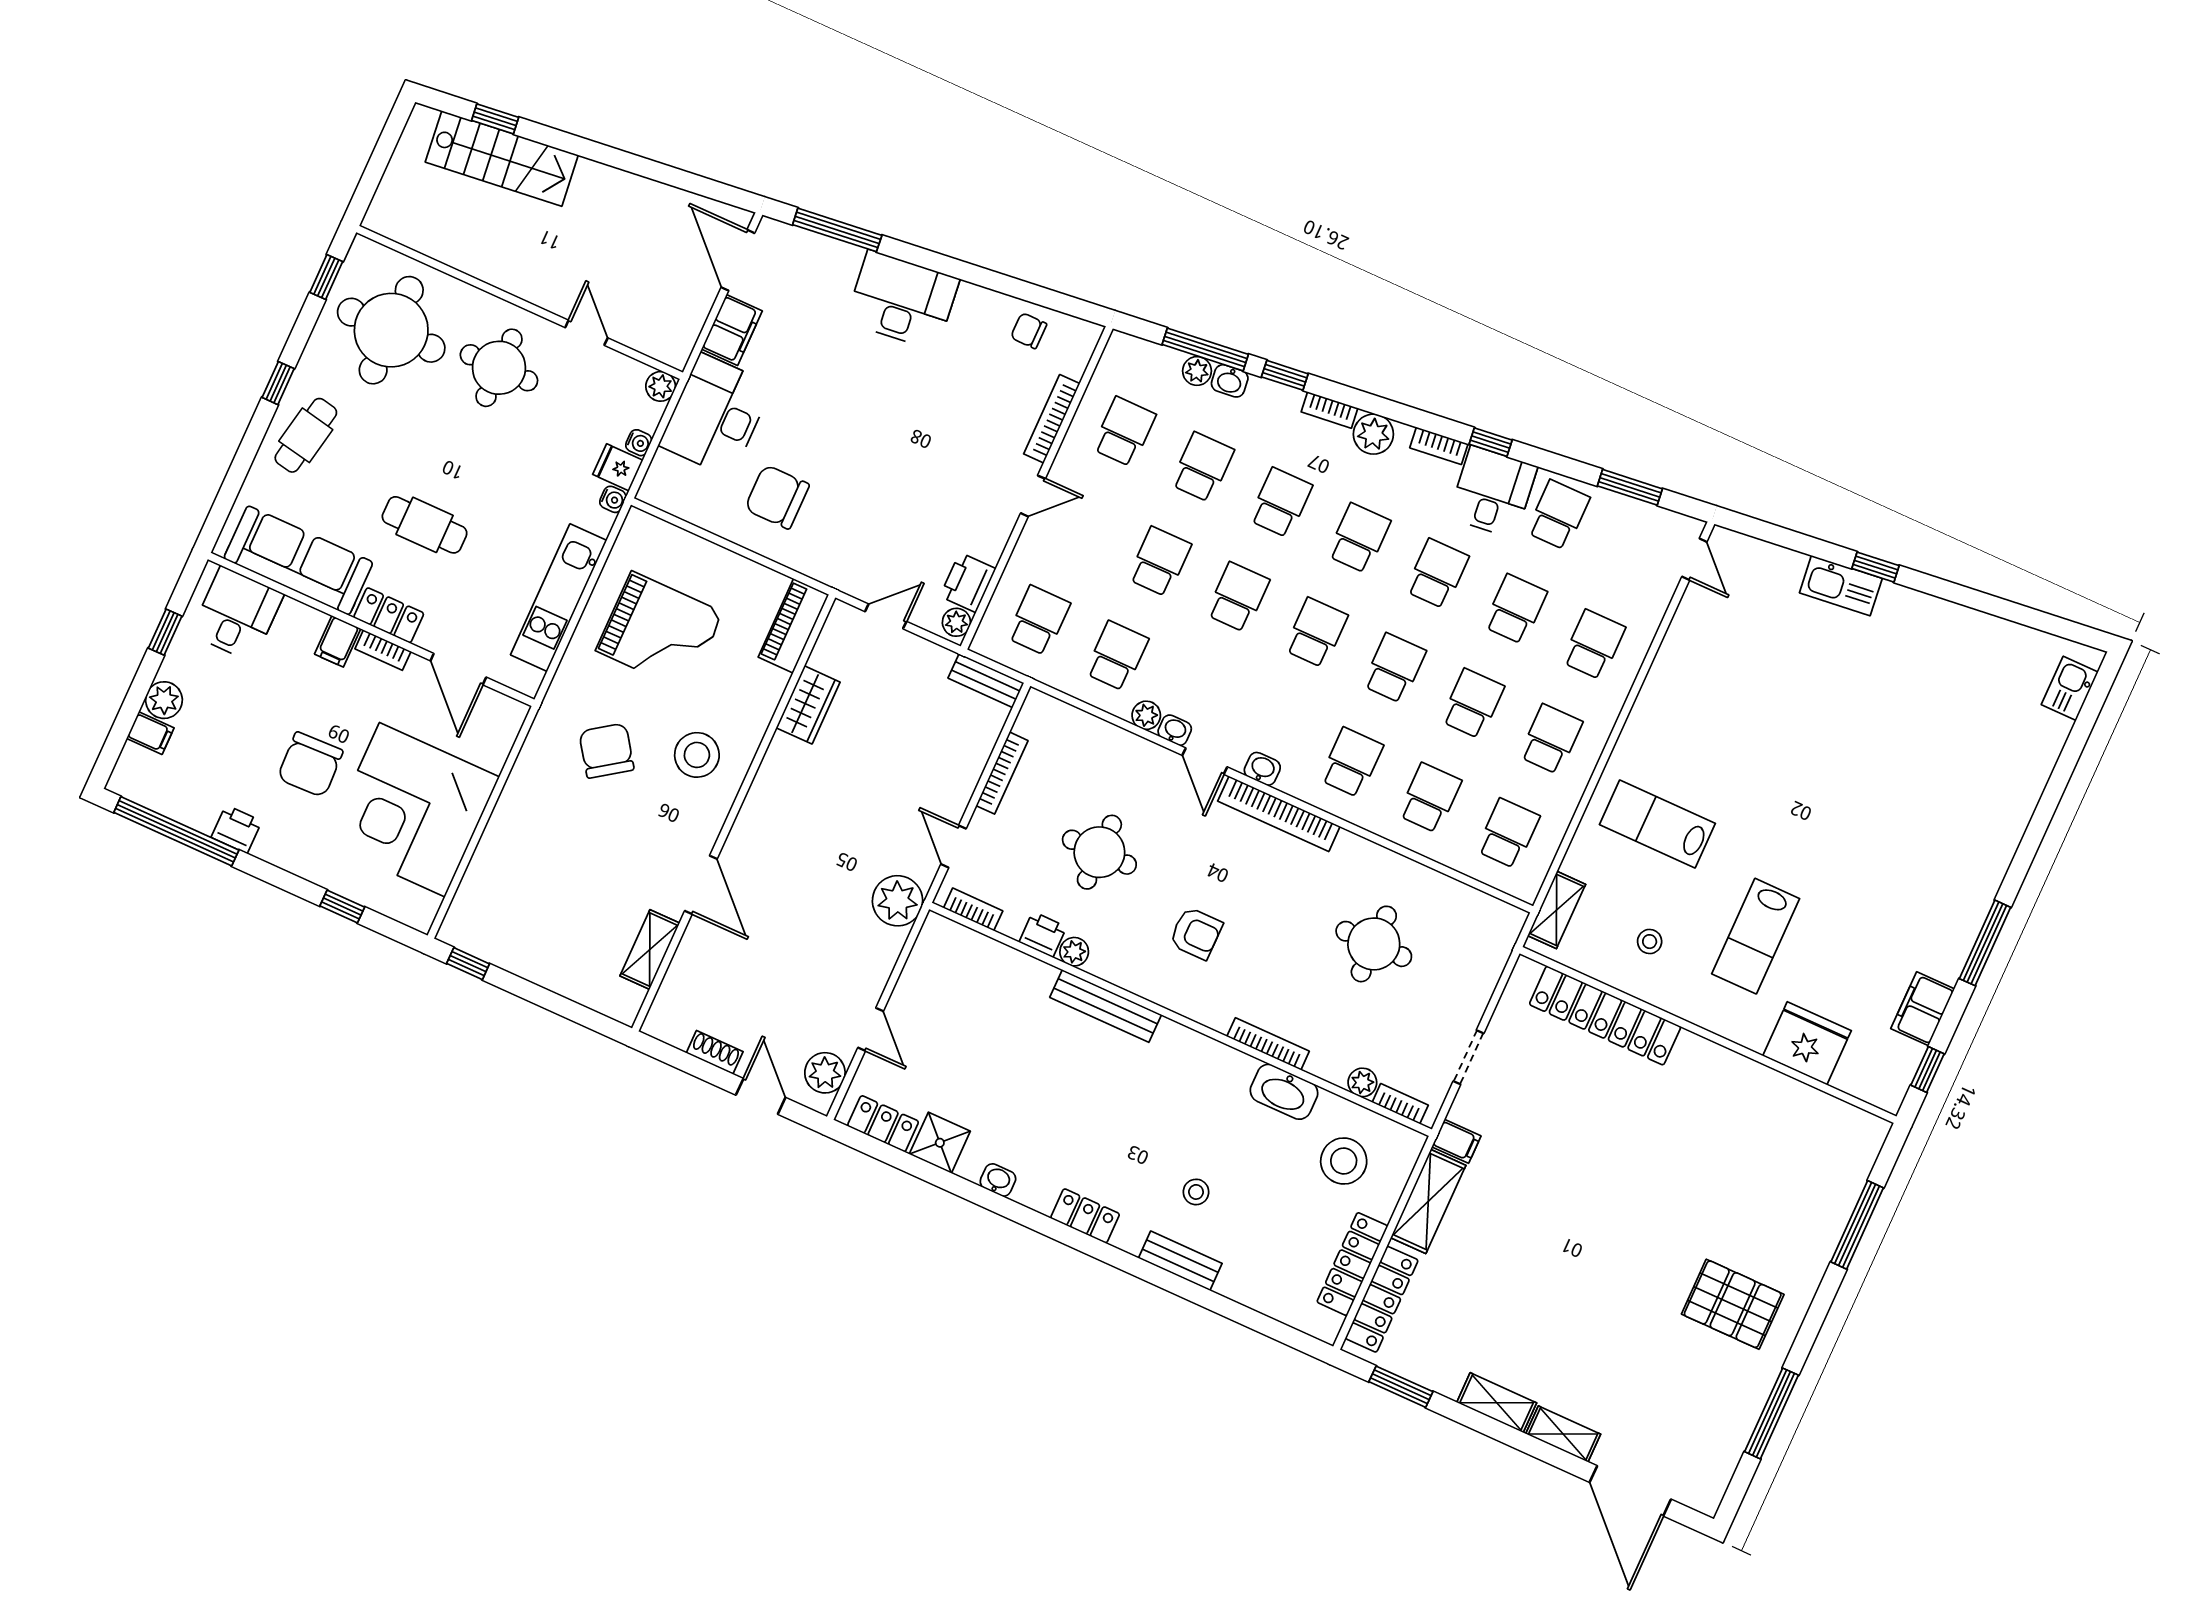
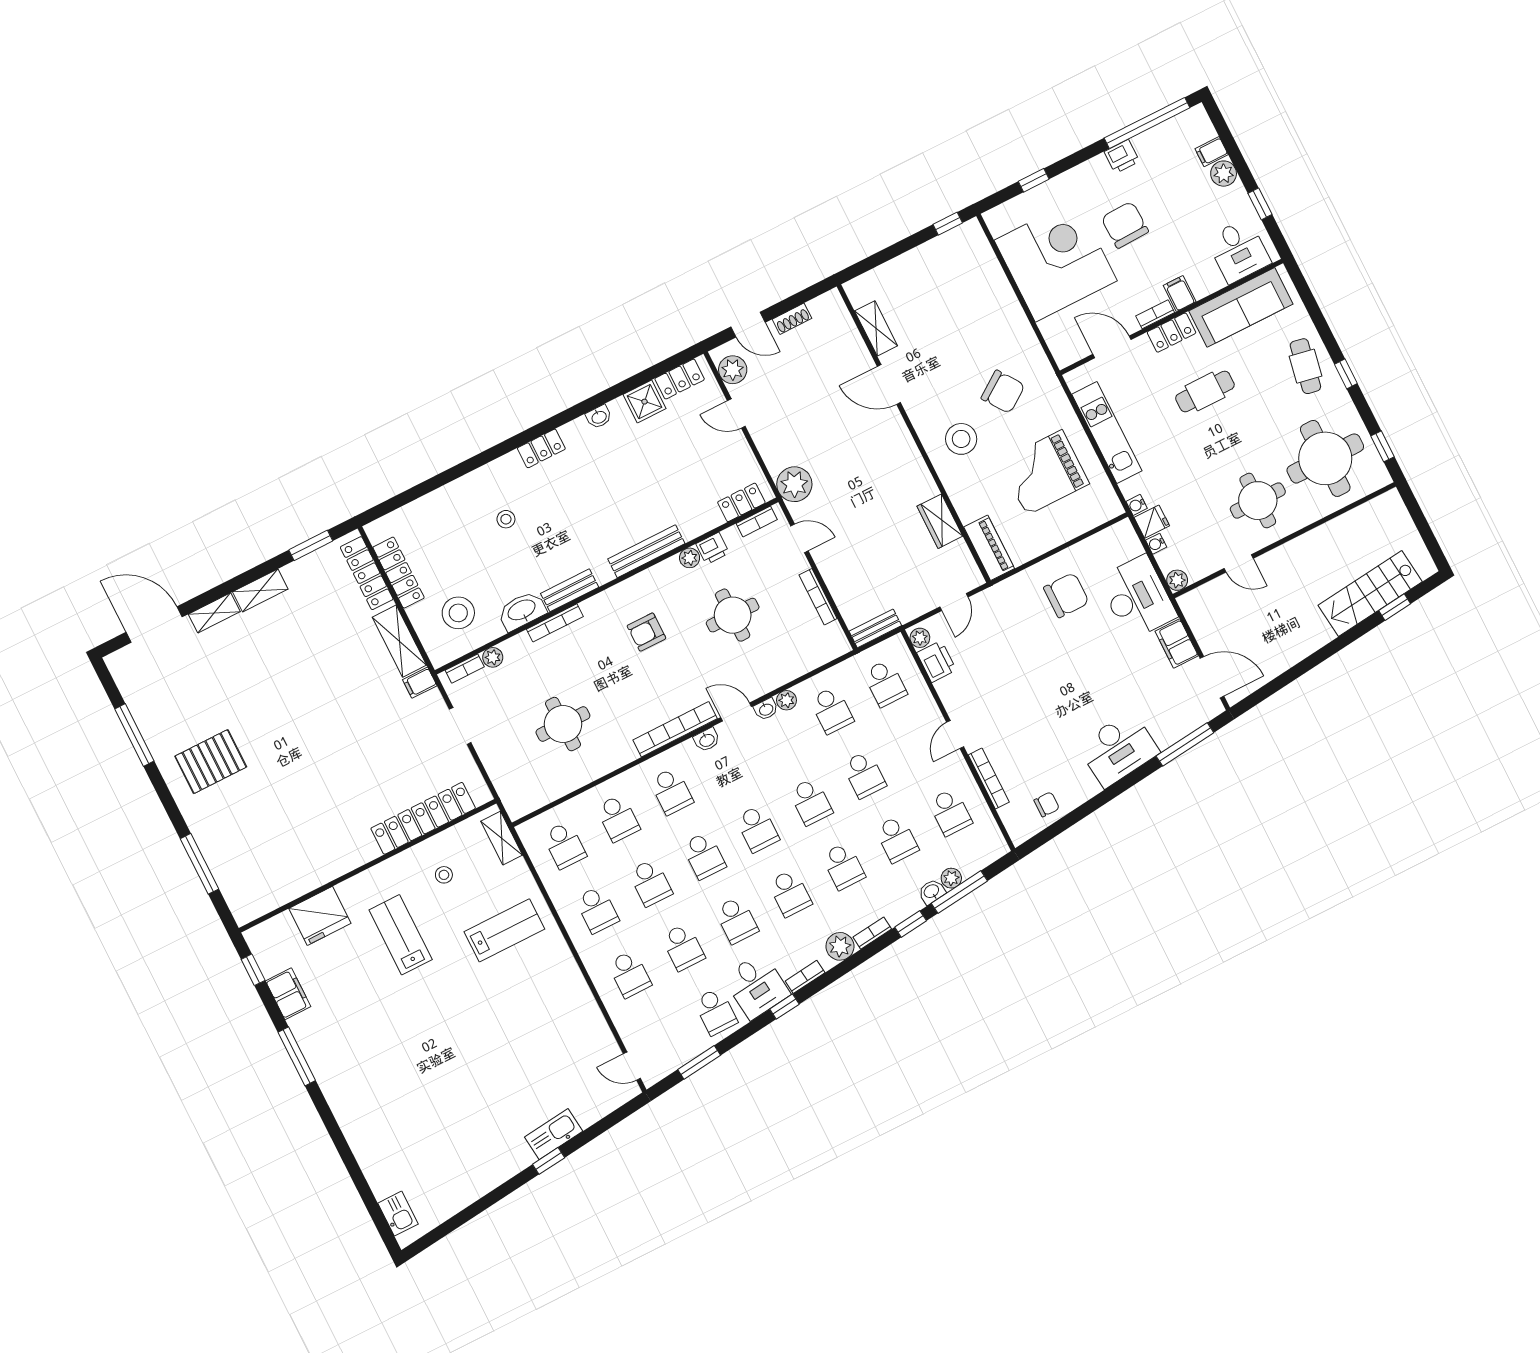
locker: (965, 944) -> (741, 502), added
bench: (1180, 1261) -> (570, 590), moved

